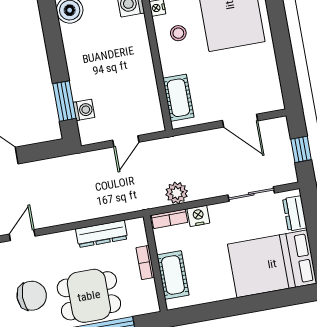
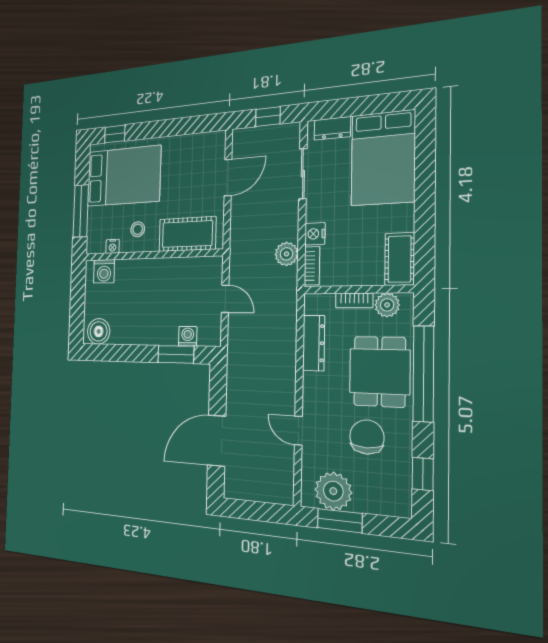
cot: (178, 98) -> (187, 234), width x1.37, depth x1.34
cot: (173, 275) -> (400, 259), moved, turned 90
plant: (146, 291) -> (387, 305), added

